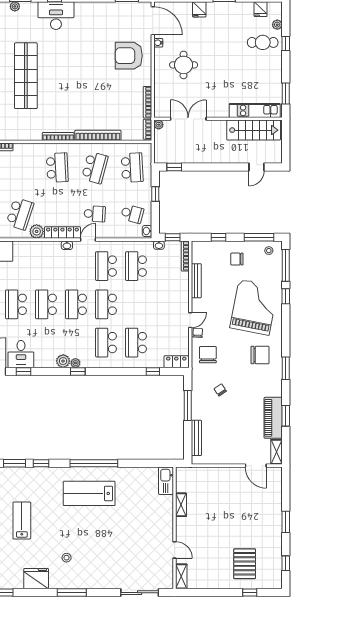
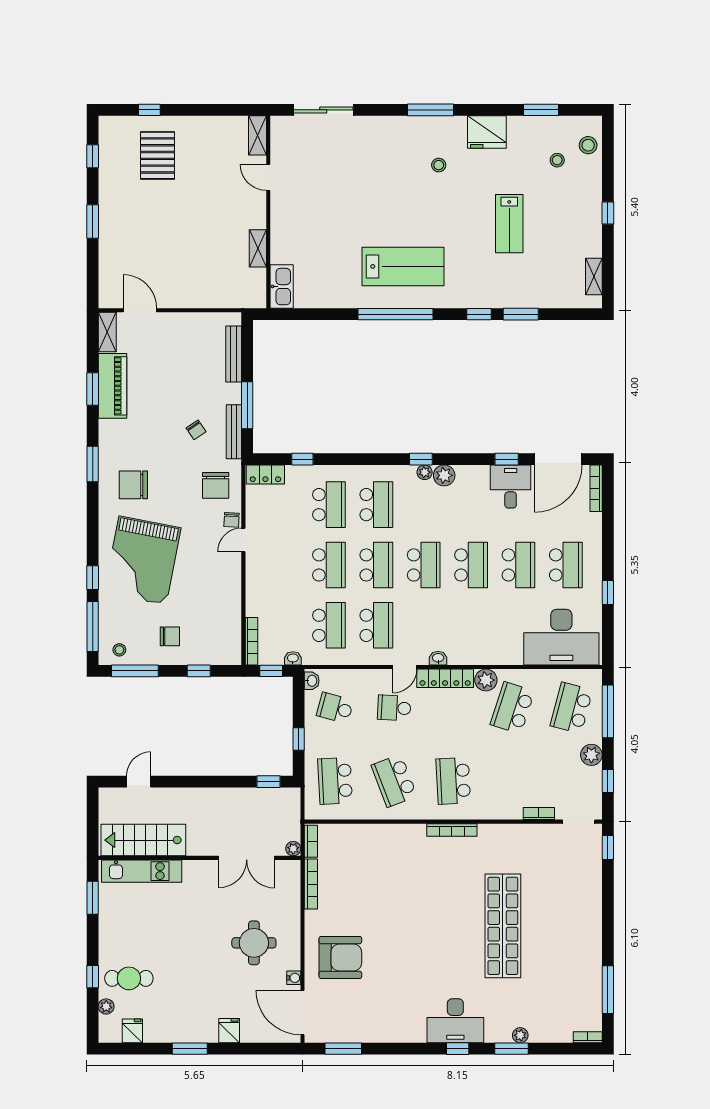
bookcase: (98, 135) -> (389, 832), removed
school desk: (95, 168) -> (394, 781), turned -36
bench: (196, 281) -> (234, 432), moved
school desk: (136, 304) -> (329, 565), added

